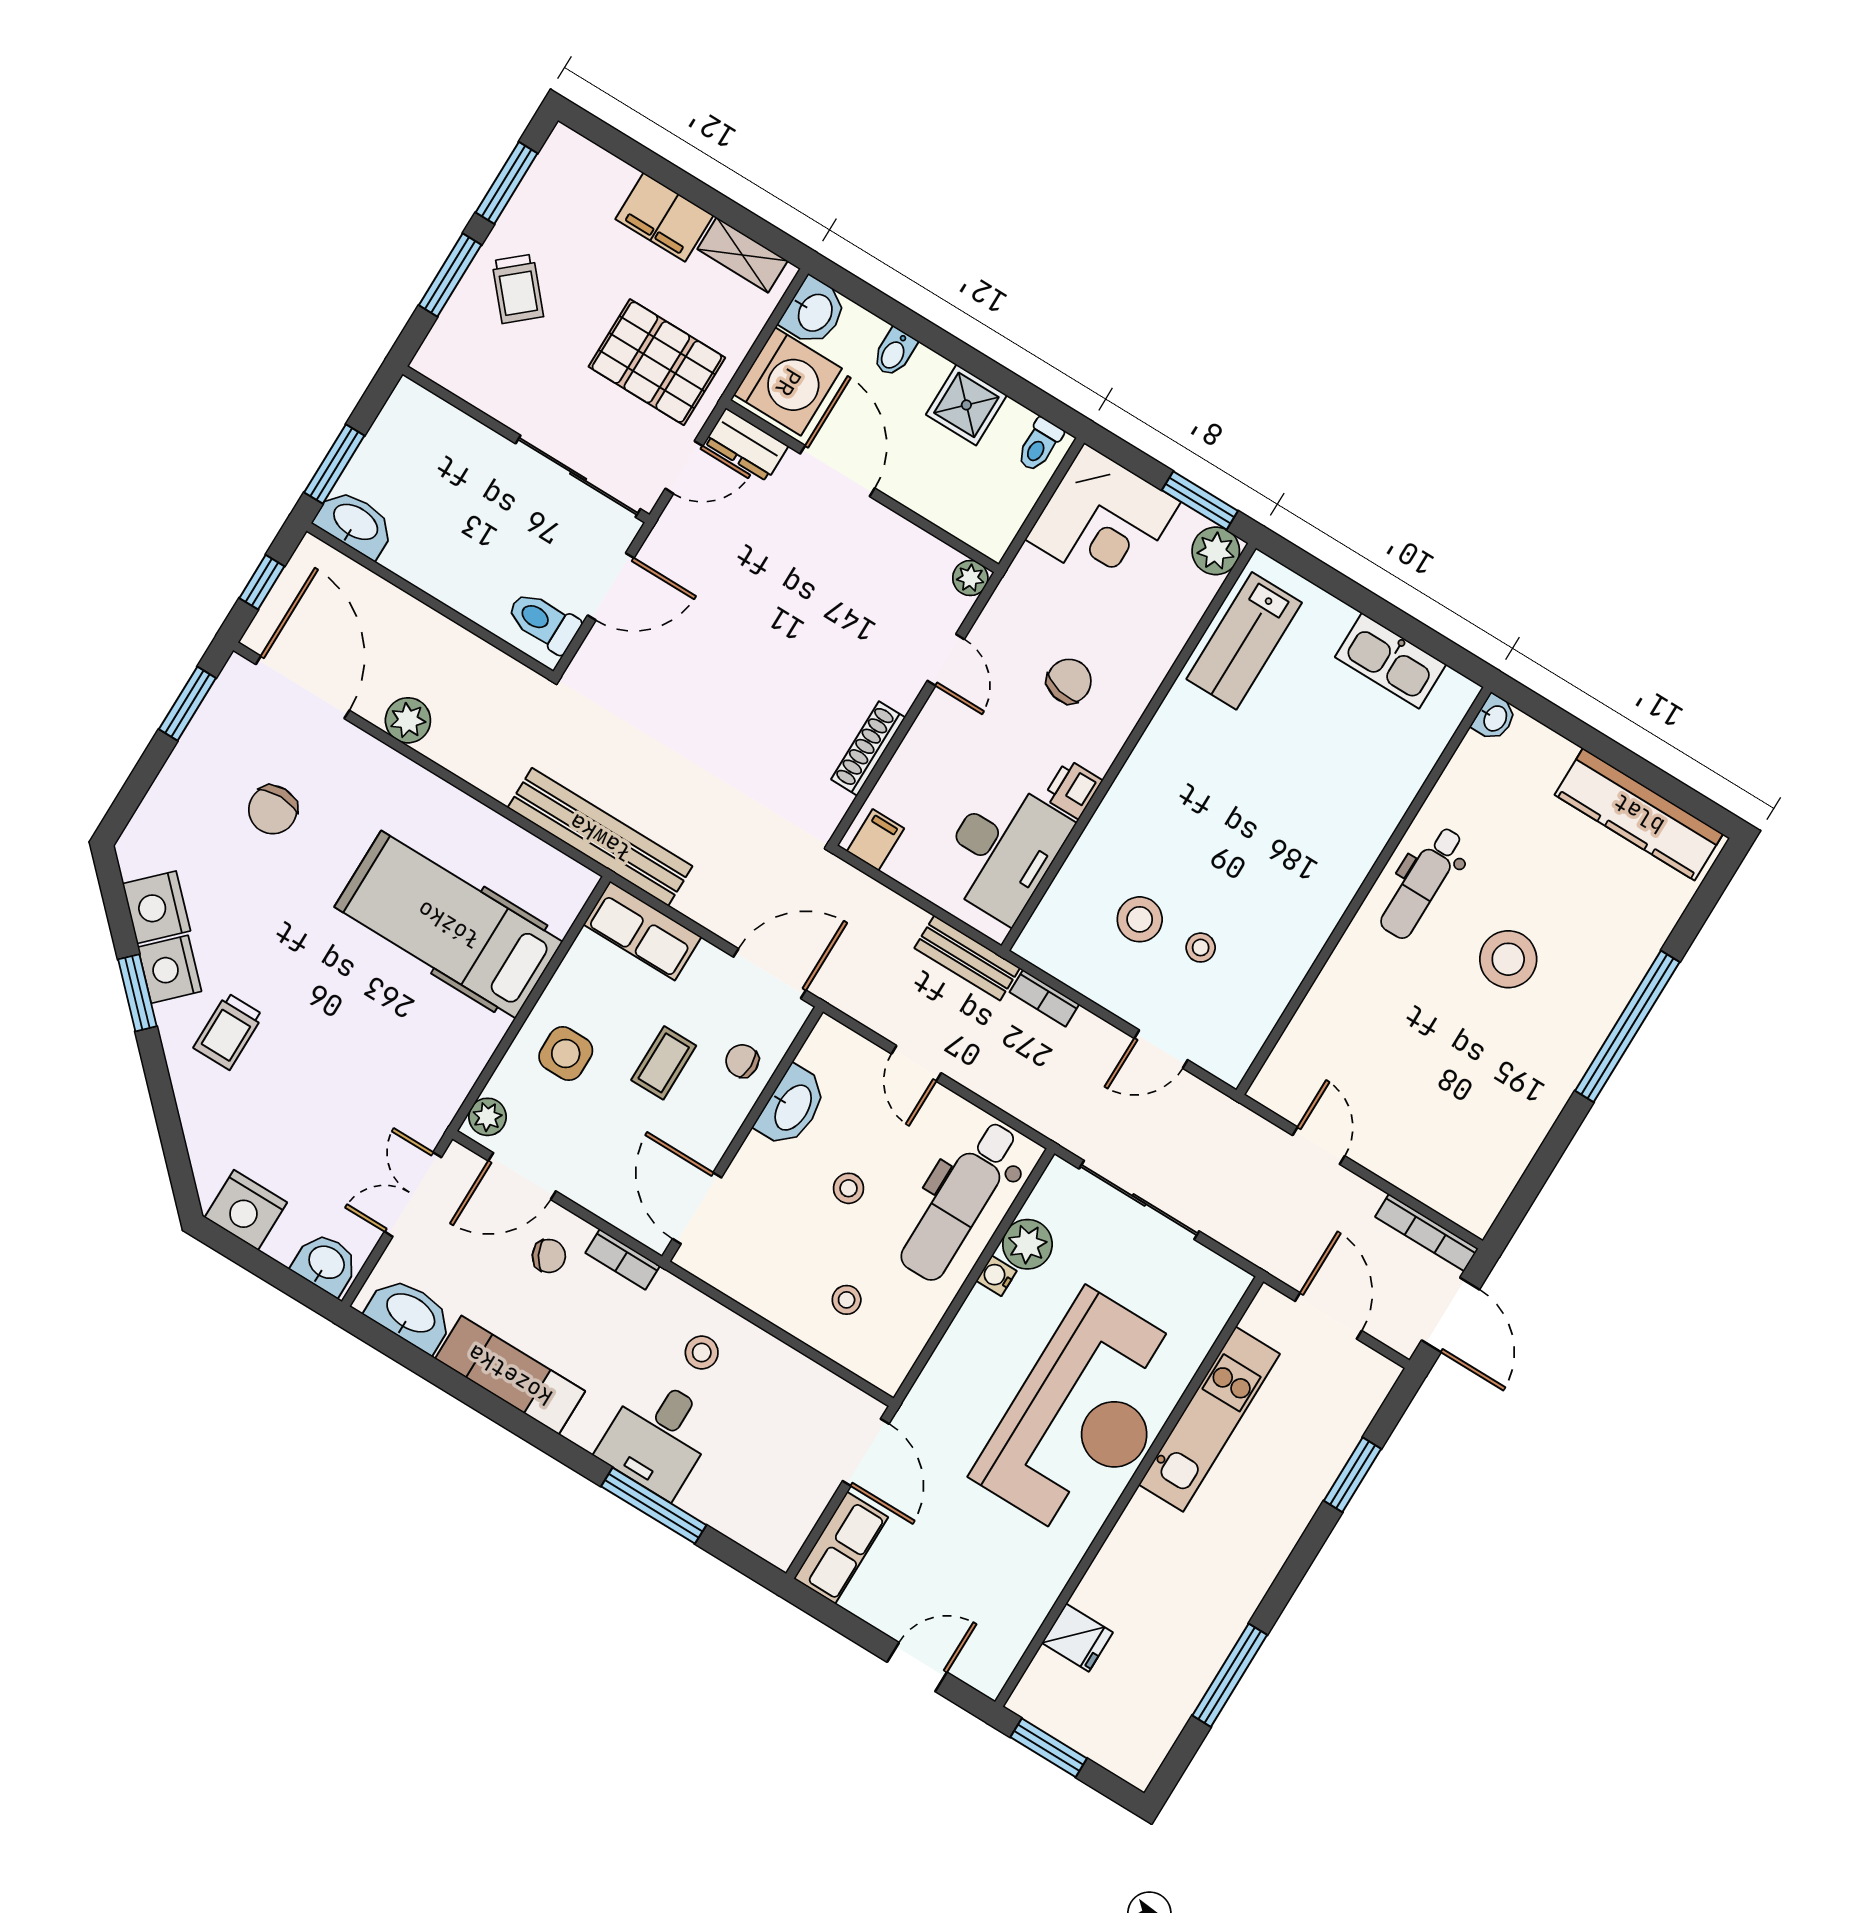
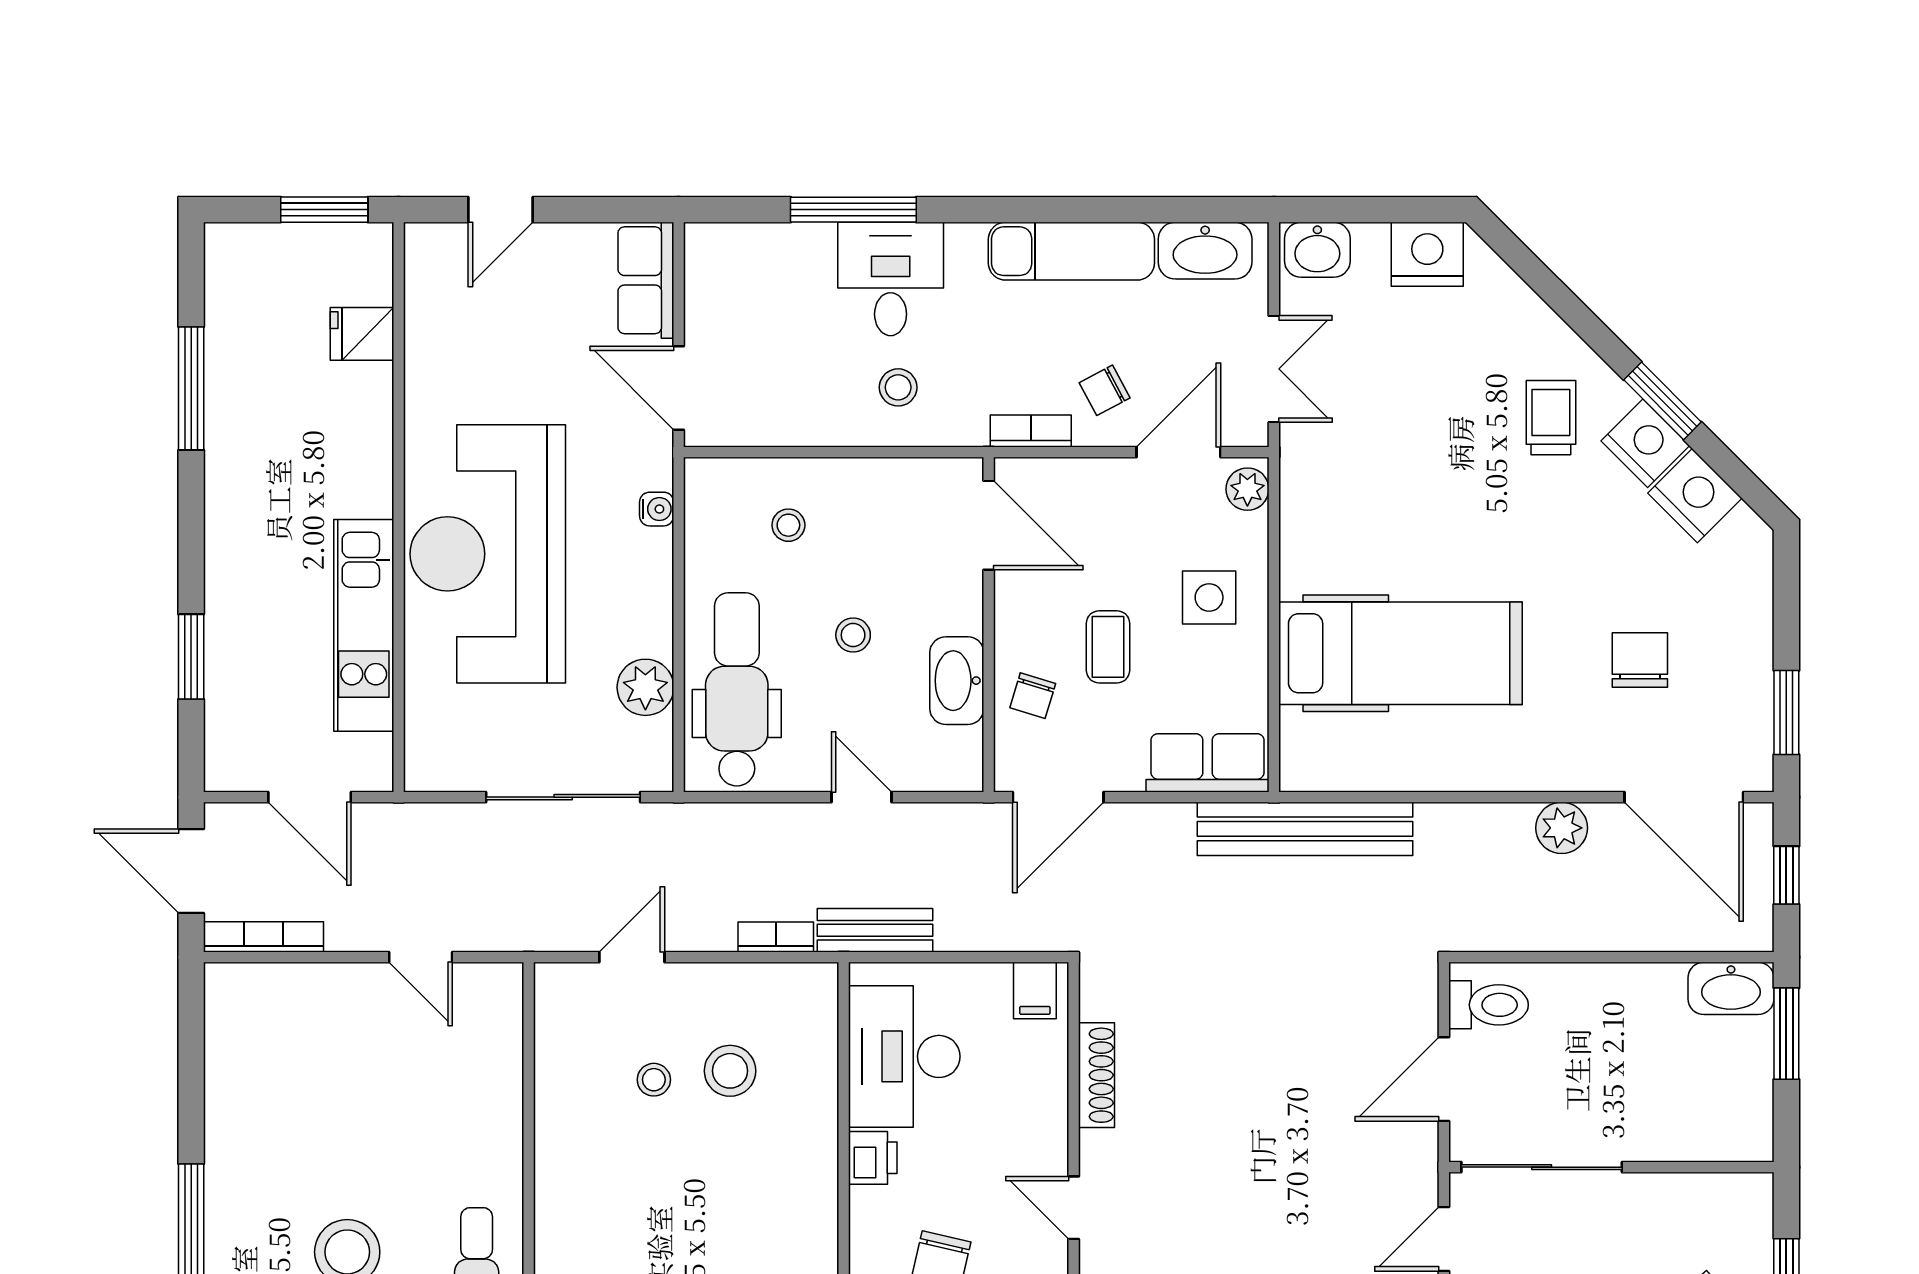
chair: (742, 1061) -> (1033, 696), turned 107
water cooler: (996, 1276) -> (657, 509), moved

